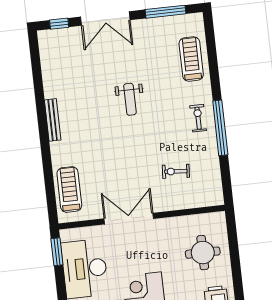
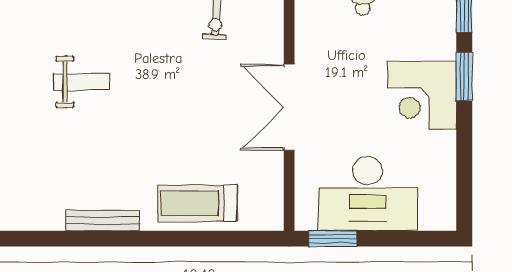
treadmill: (69, 189) -> (197, 203), moved

